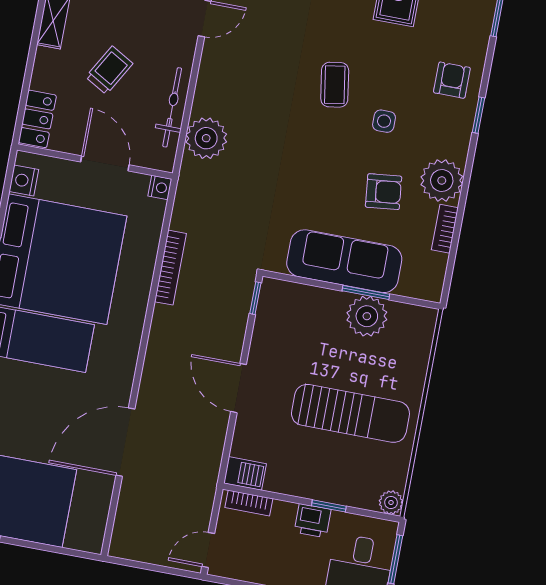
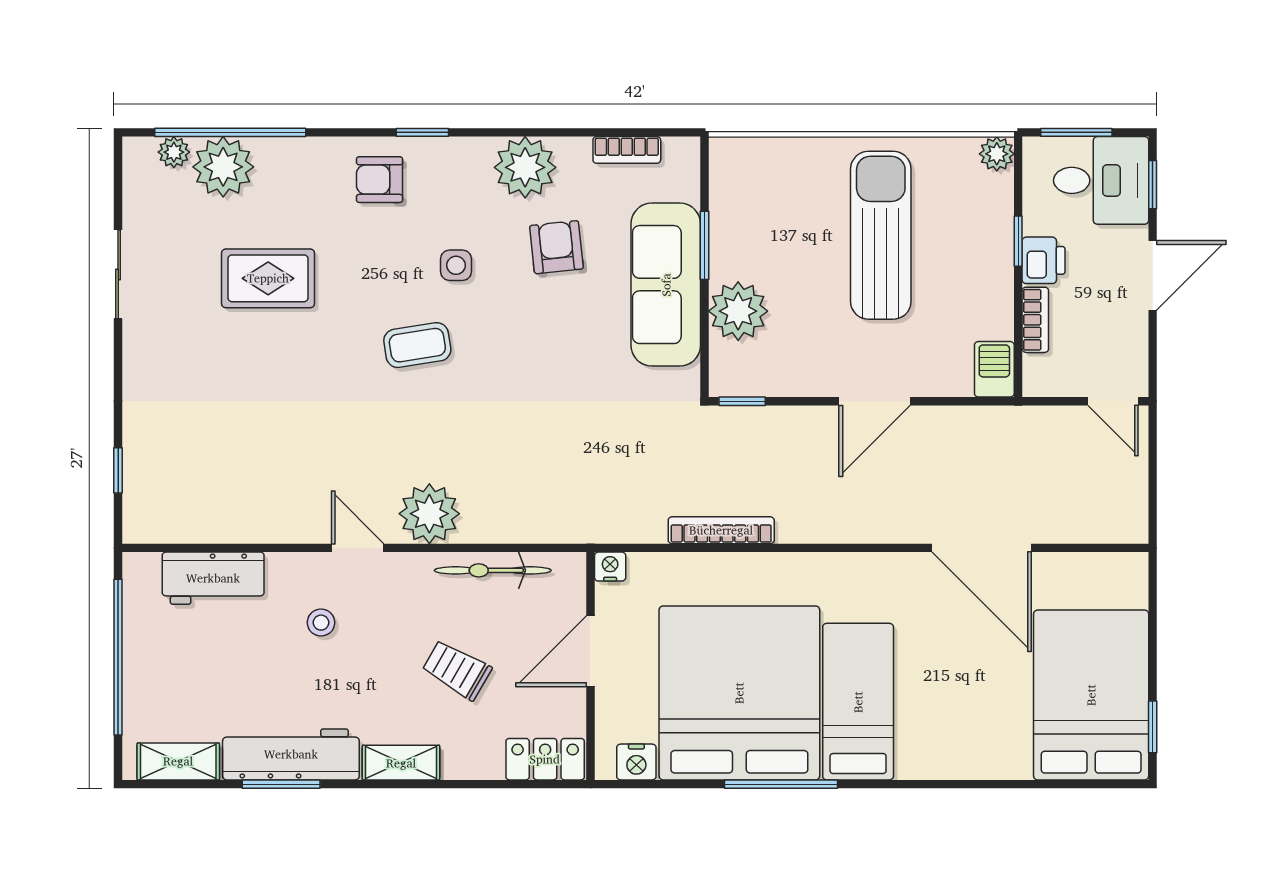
plant: (206, 138) -> (429, 514), moved
bookcase: (445, 229) -> (627, 150), moved
plant: (367, 316) -> (738, 311), moved
bookcase: (249, 503) -> (1035, 320), moved

